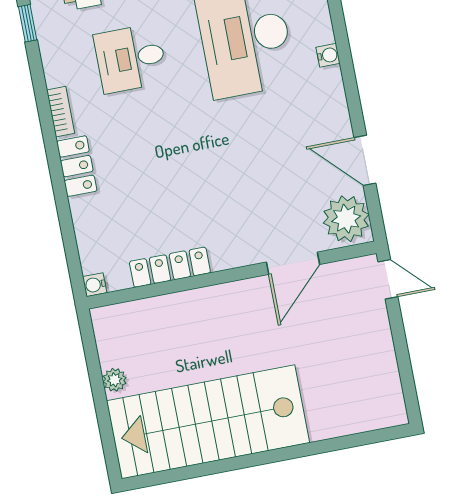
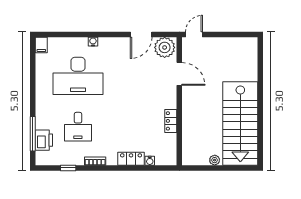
window: (28, 23) -> (68, 168), moved
locker: (77, 166) -> (131, 159), moved
locker: (170, 267) -> (171, 121), width x0.66
water cooler: (95, 285) -> (150, 161), moved

